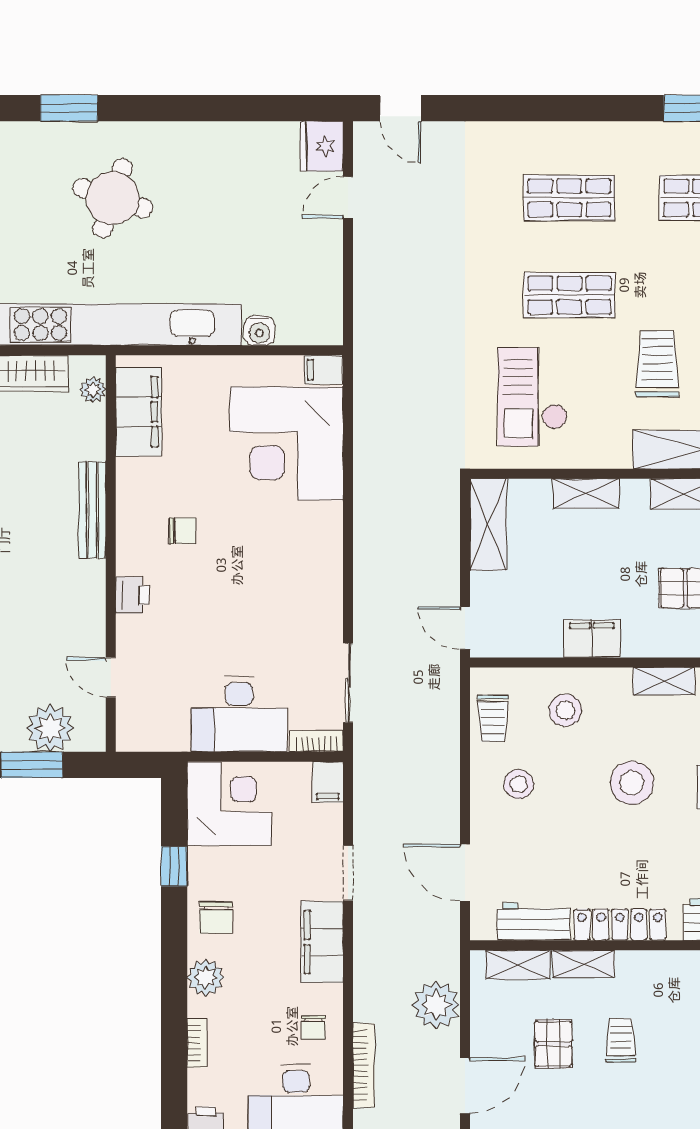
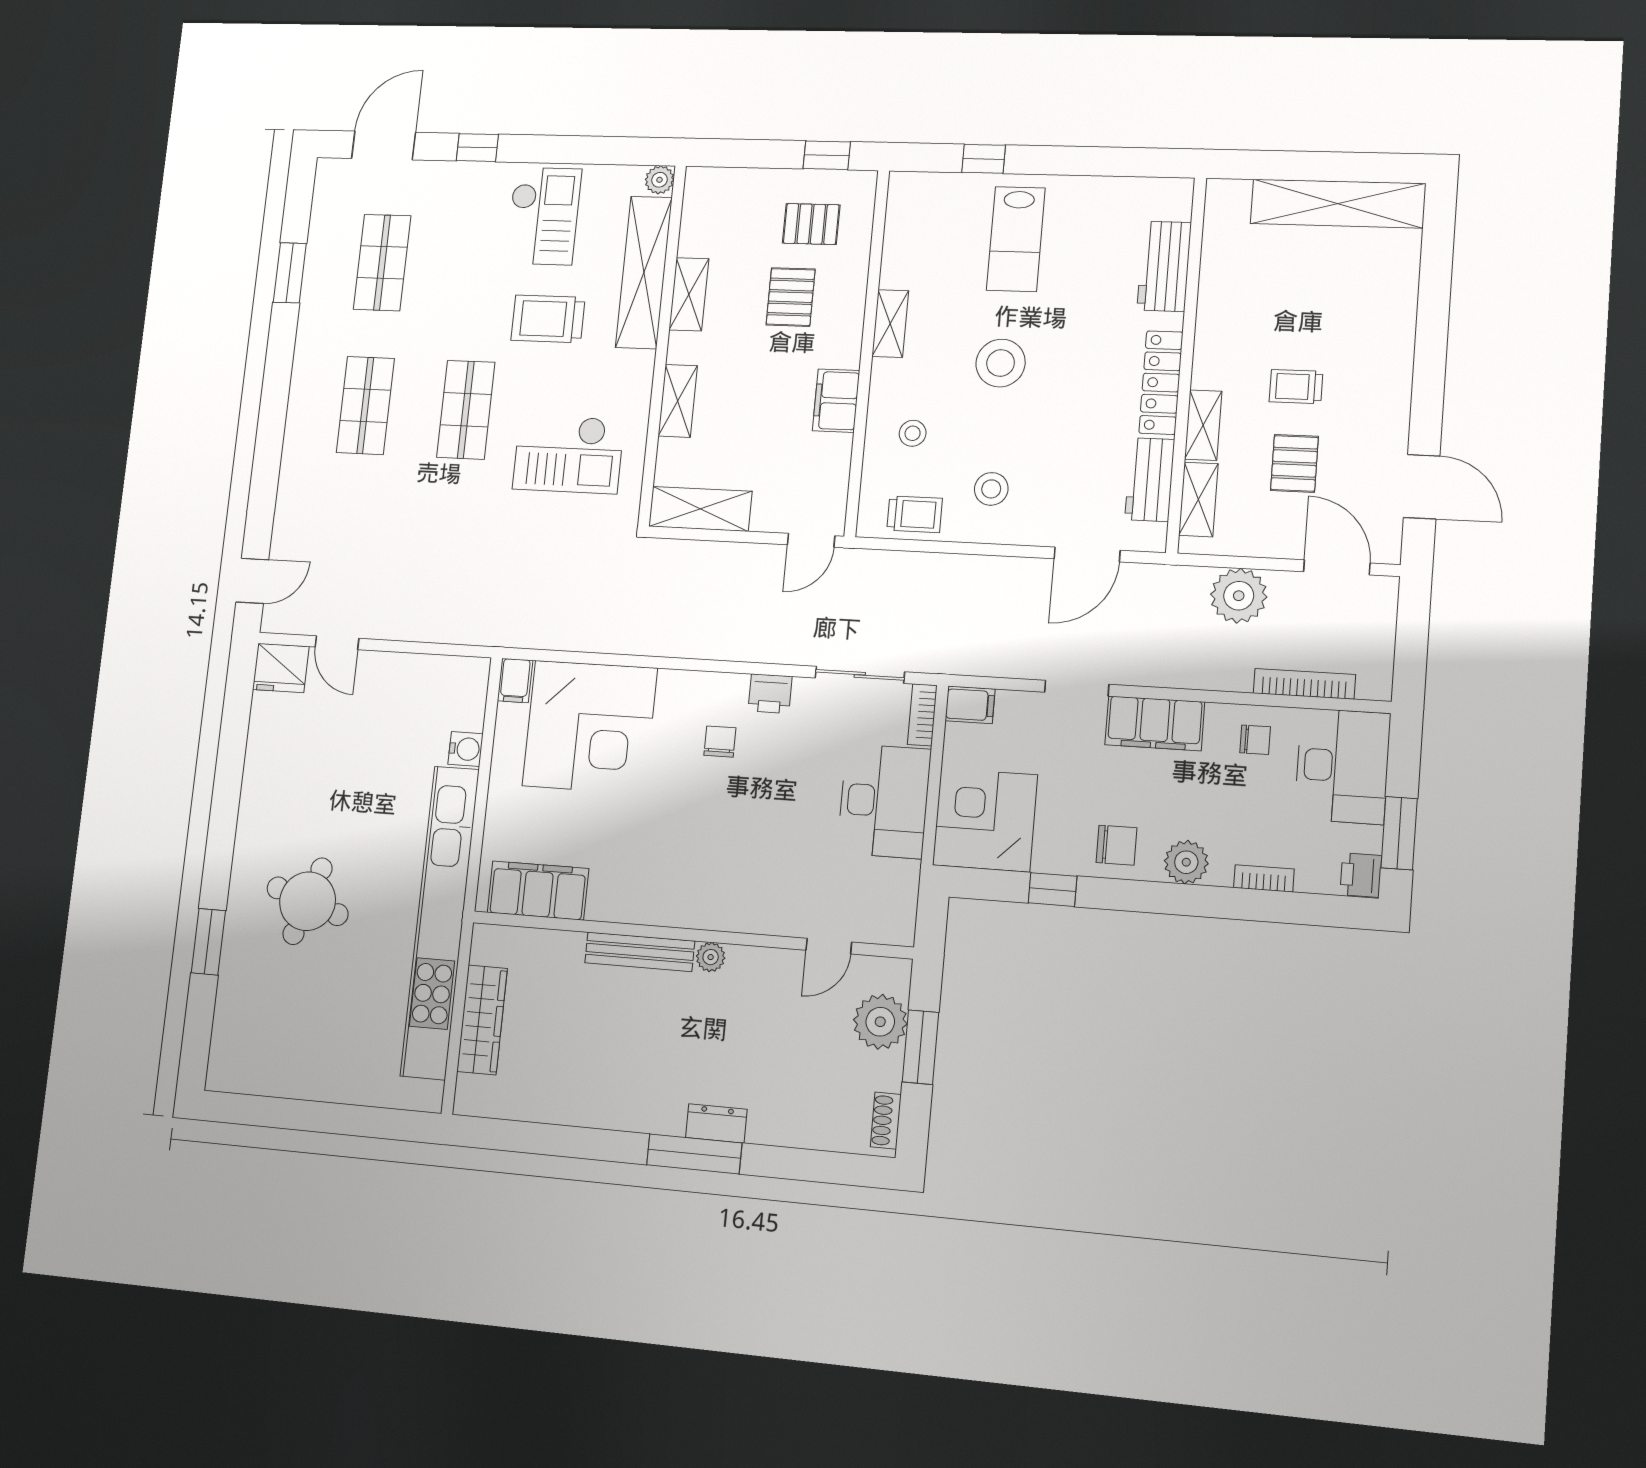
plant: (93, 390) -> (711, 957), moved
chair: (183, 531) -> (720, 742), moved
printer: (132, 595) -> (770, 694), moved, turned 180
stool: (565, 710) -> (913, 433), width x0.73, depth x0.73
pallet: (553, 1044) -> (1294, 463), turned 90

